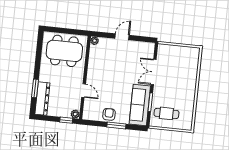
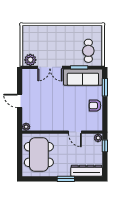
plant: (163, 52) -> (30, 60), added
window: (35, 88) -> (66, 179), moved
door: (84, 91) -> (75, 132), swing flipped
window: (116, 125) -> (105, 87), moved

